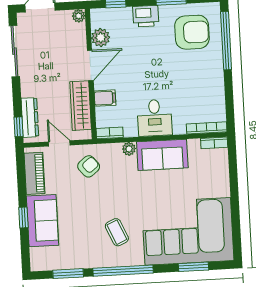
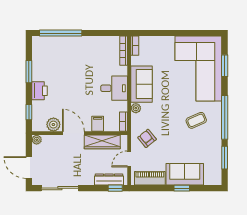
armchair: (192, 32) -> (53, 58), removed

